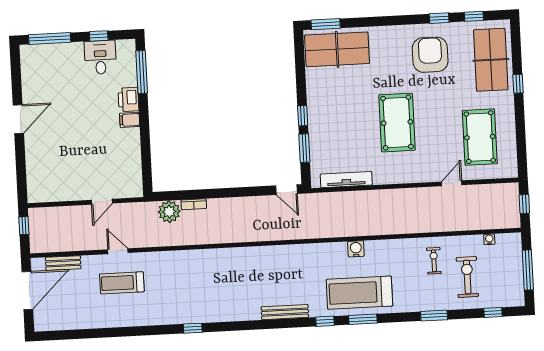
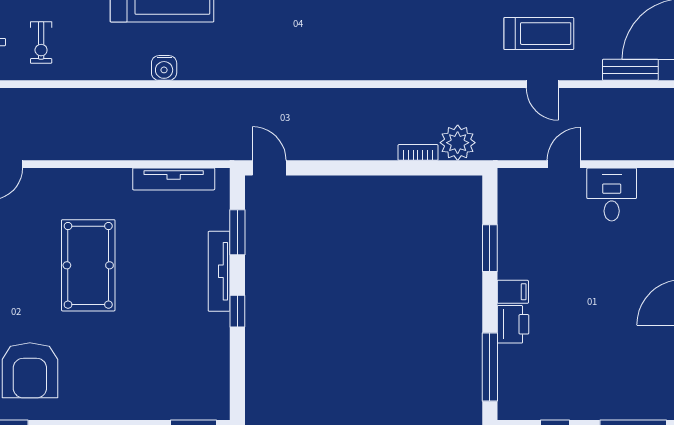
table tennis table: (337, 49) -> (177, 387), removed
desk: (100, 57) -> (612, 194), moved, turned 180
window: (303, 116) -> (237, 311), moved
tv unit: (315, 123) -> (219, 271), added
window: (146, 147) -> (490, 248), added

